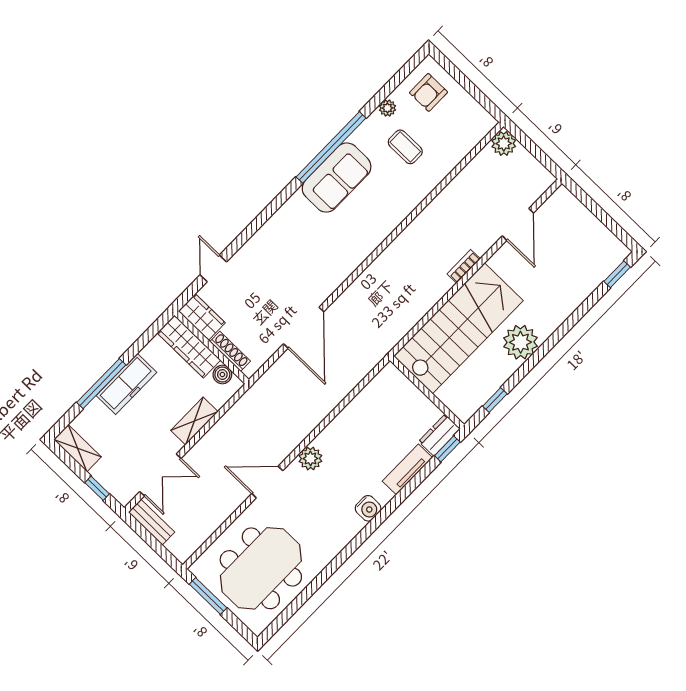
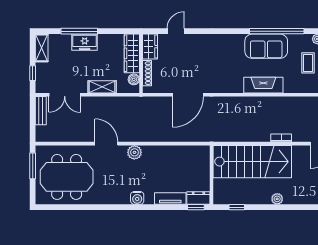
fireplace: (380, 226) -> (263, 85), added
plant: (520, 342) -> (277, 199), width x0.53, depth x0.53
freezer: (126, 384) -> (85, 42), width x0.71

